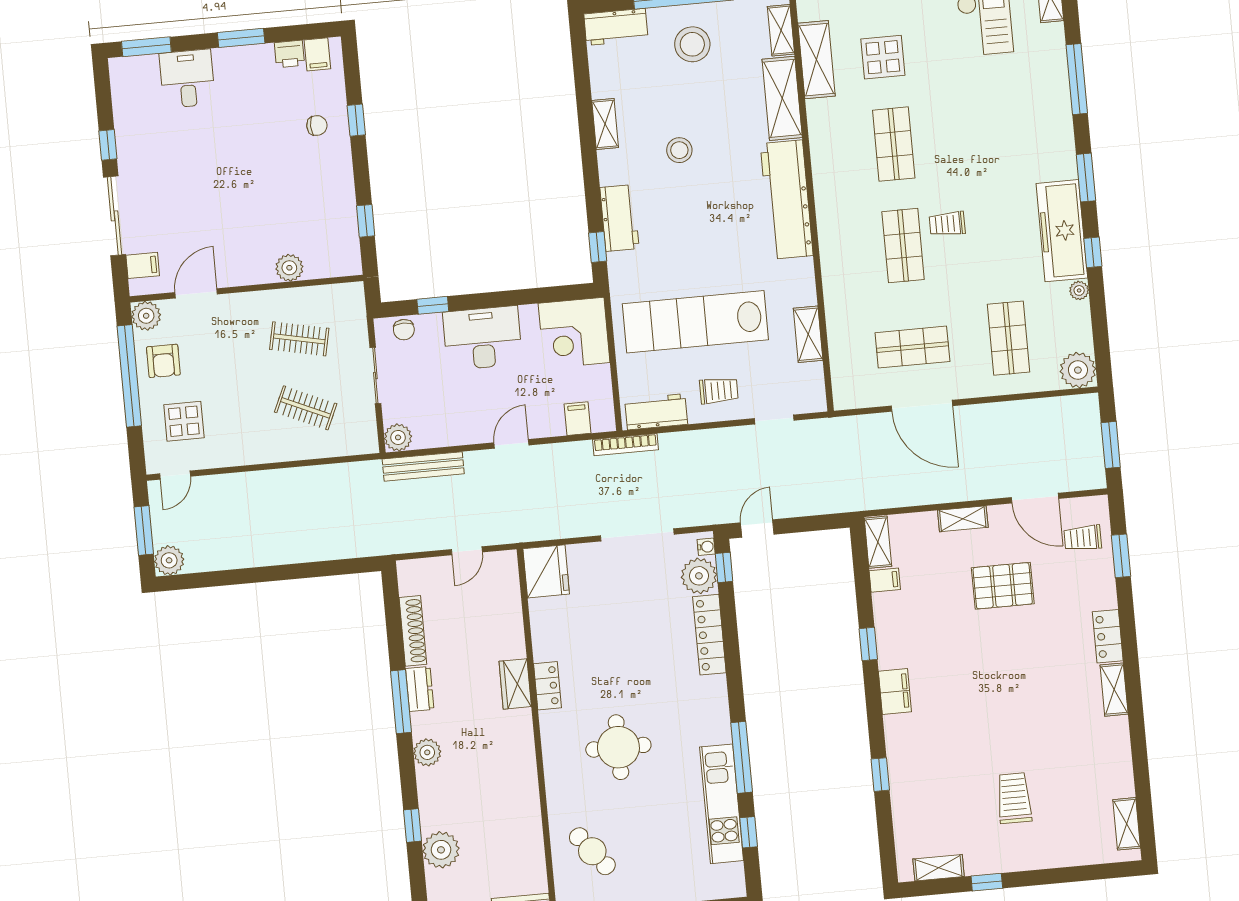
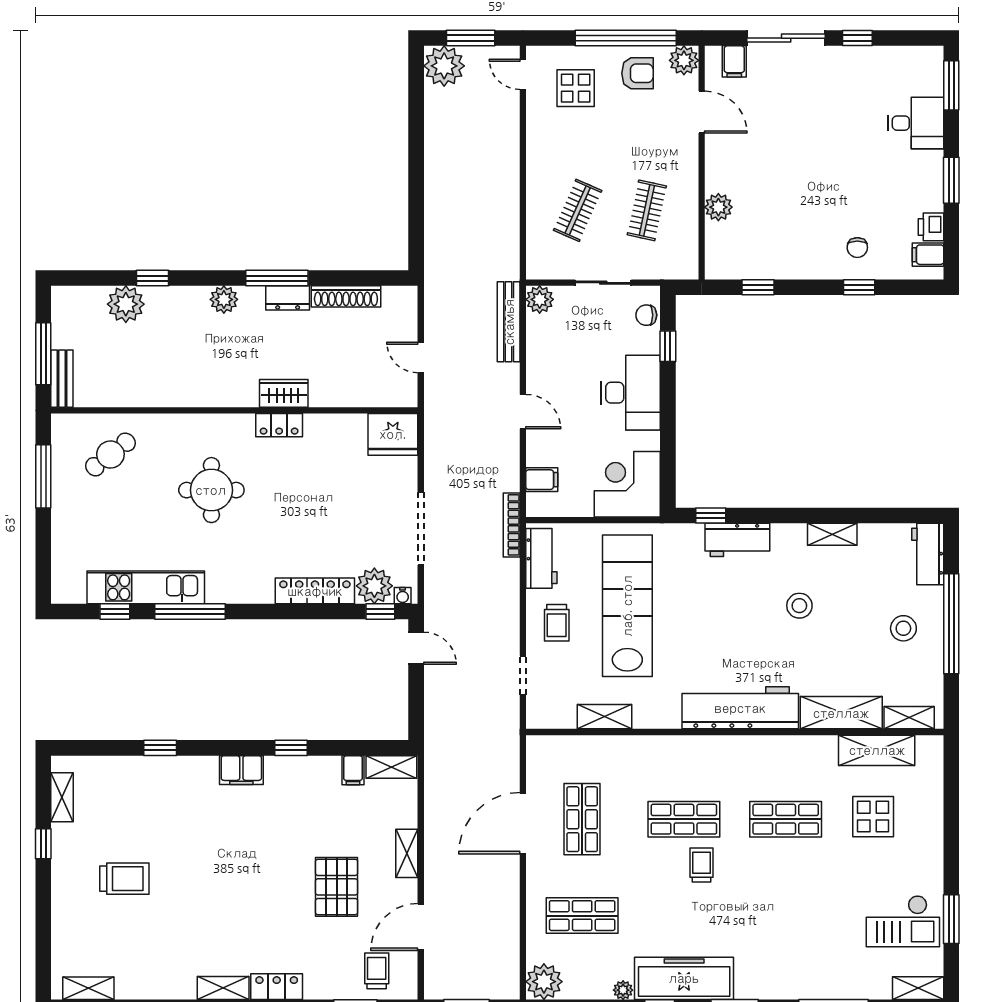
stool: (692, 44) -> (903, 628), width x0.73, depth x0.73
armchair: (163, 361) -> (637, 73), turned 180
plant: (169, 560) -> (444, 66), width x1.36, depth x1.36

